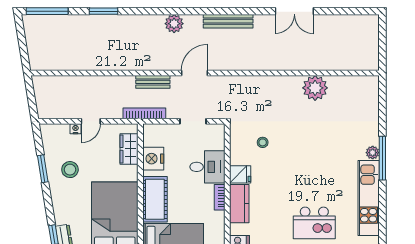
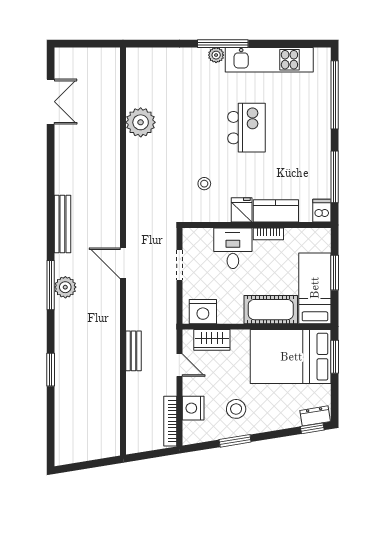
window: (47, 11) -> (51, 285), moved
double door: (294, 11) -> (51, 102), moved
bench: (153, 82) -> (134, 351), moved
bookcase: (144, 113) -> (170, 421), moved
door: (91, 121) -> (179, 365), moved
nightstand: (76, 129) -> (193, 408), width x1.89, depth x1.79
nightstand: (153, 159) -> (203, 312), moved
kitchen island: (314, 223) -> (247, 128), moved

